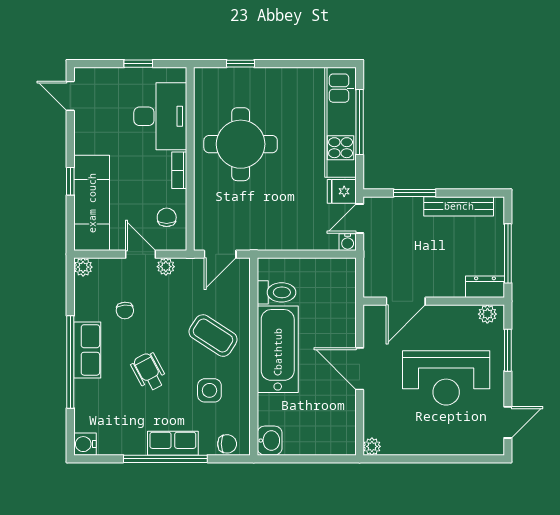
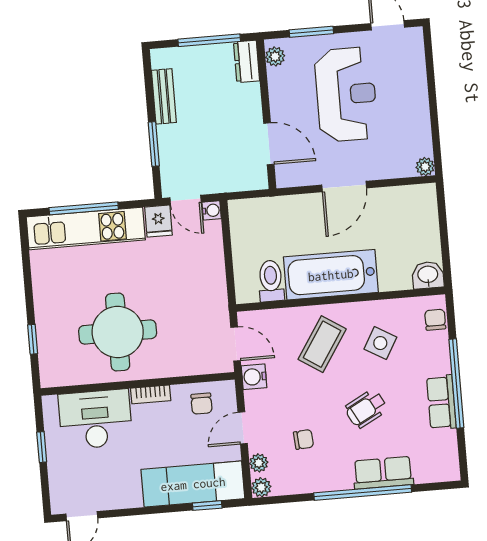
window: (70, 181) -> (207, 506), moved
bench: (459, 206) -> (164, 96), width x0.73
chair: (167, 217) -> (201, 404), turned -90
plant: (166, 267) -> (259, 463), moved
row of seats: (87, 350) -> (383, 473), moved
side table: (209, 390) -> (380, 343), turned 30
row of seats: (173, 443) -> (441, 402), moved
water cooler: (85, 444) -> (254, 377), moved, turned 90

